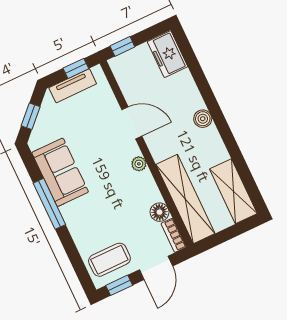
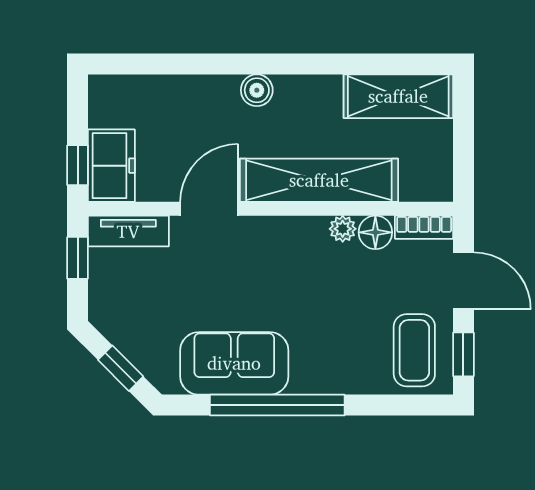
freezer: (168, 54) -> (111, 166), moved, turned -90
tv unit: (73, 86) -> (128, 231), moved, turned 90
plant: (139, 164) -> (343, 229), moved
shelving: (185, 199) -> (319, 180), moved
window: (49, 204) -> (277, 405), width x1.46

